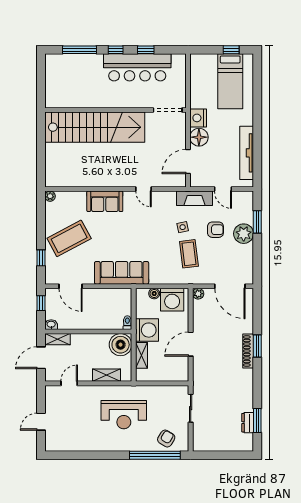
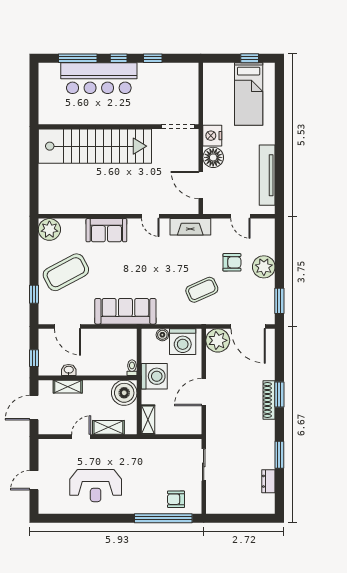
bar counter: (137, 67) -> (99, 78), moved
door: (188, 161) -> (201, 185), hinge flipped
plant: (50, 196) -> (49, 229), width x1.87, depth x1.87
fireplace: (194, 198) -> (190, 227), moved
window: (257, 222) -> (279, 301), moved
side table: (183, 227) -> (195, 259), removed
coffee table: (189, 254) -> (202, 290), turned 73
plant: (198, 294) -> (218, 340), width x1.88, depth x1.88
window: (41, 303) -> (34, 358), moved
washbasin: (51, 325) -> (69, 370), moved
shelving: (58, 339) -> (68, 387), moved
shelving: (141, 355) -> (148, 420), moved
door: (69, 383) -> (81, 437), moved
reception desk: (124, 415) -> (96, 486), moved
window: (257, 420) -> (279, 455), moved
armchair: (166, 438) -> (176, 499), turned -121

